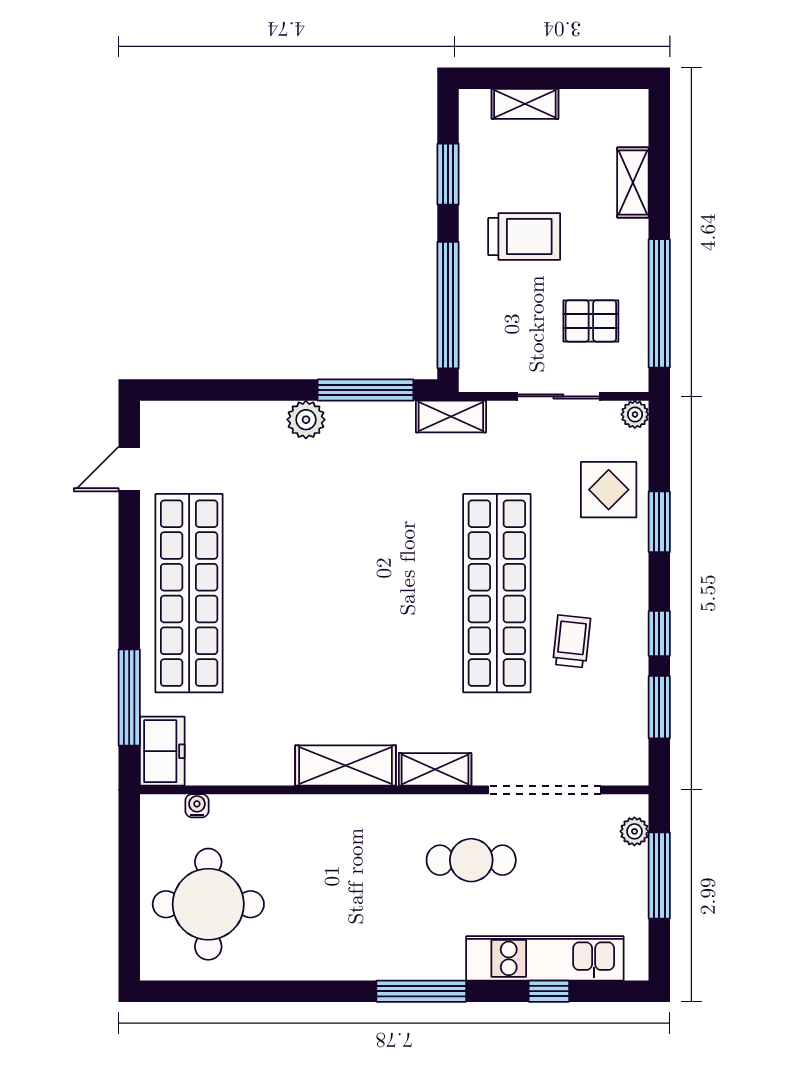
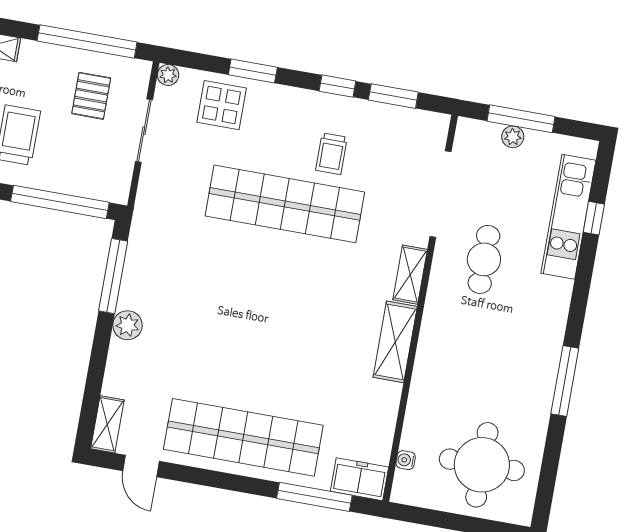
shelving: (451, 416) -> (107, 424), moved
trolley: (572, 641) -> (332, 154), turned -96
plant: (634, 831) -> (513, 137), moved
window: (421, 991) -> (565, 381), moved

